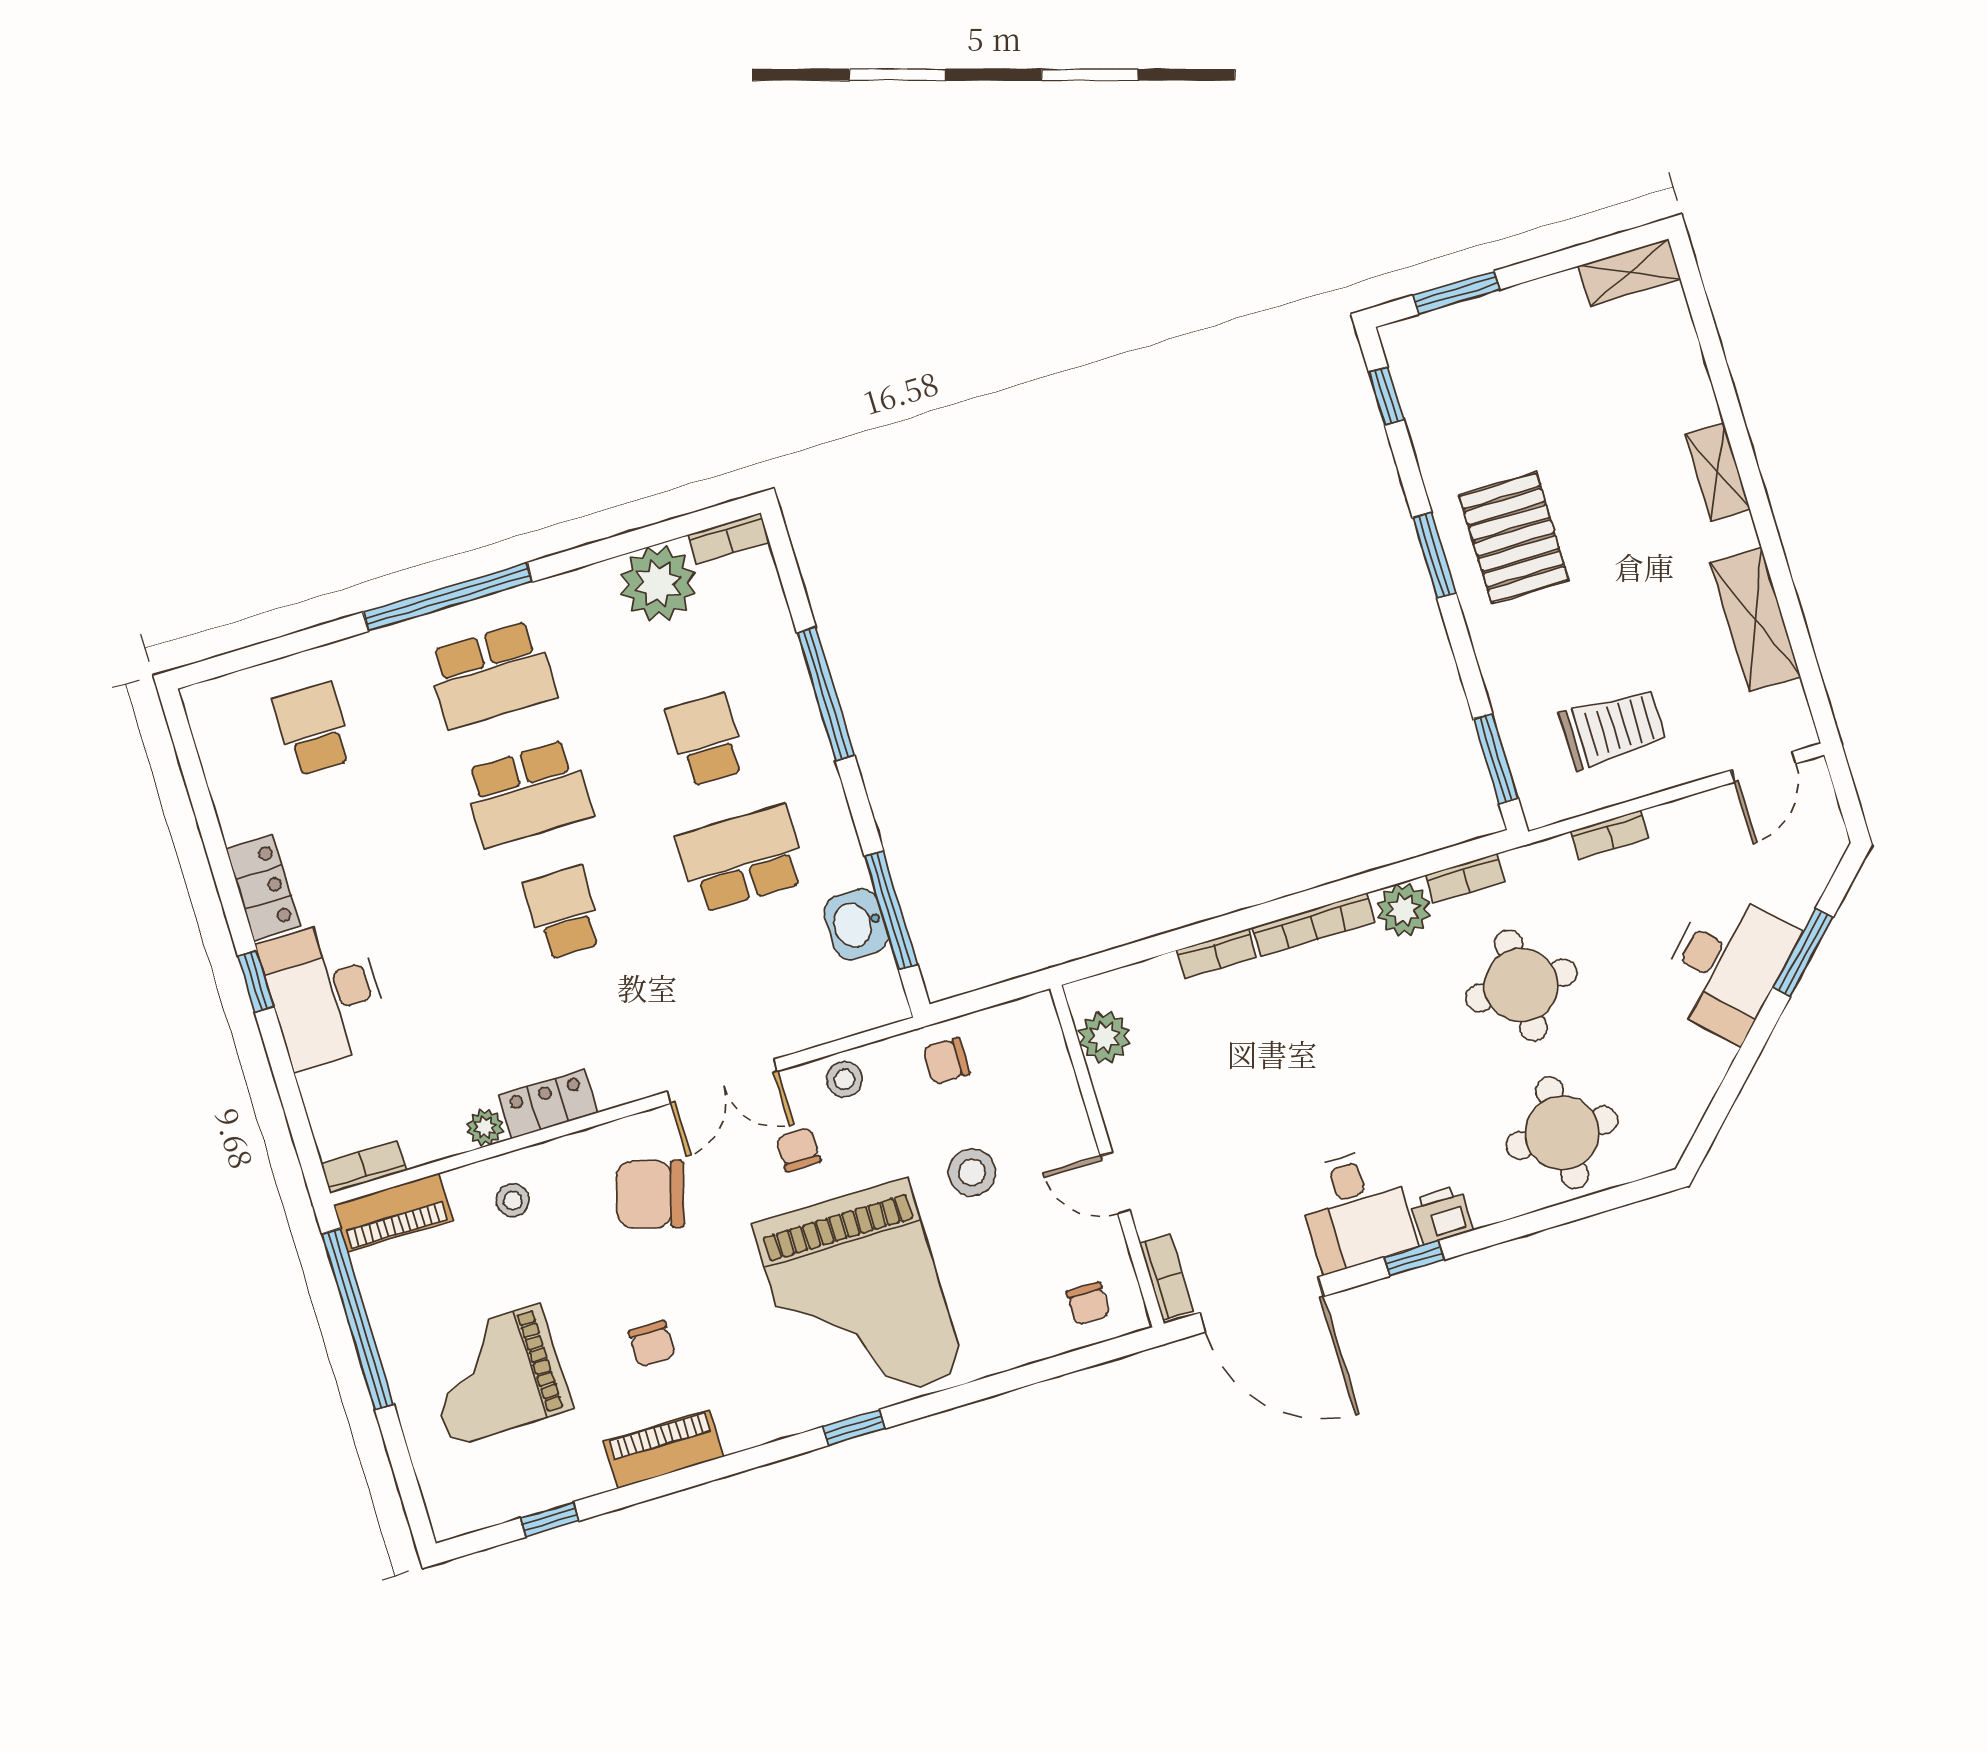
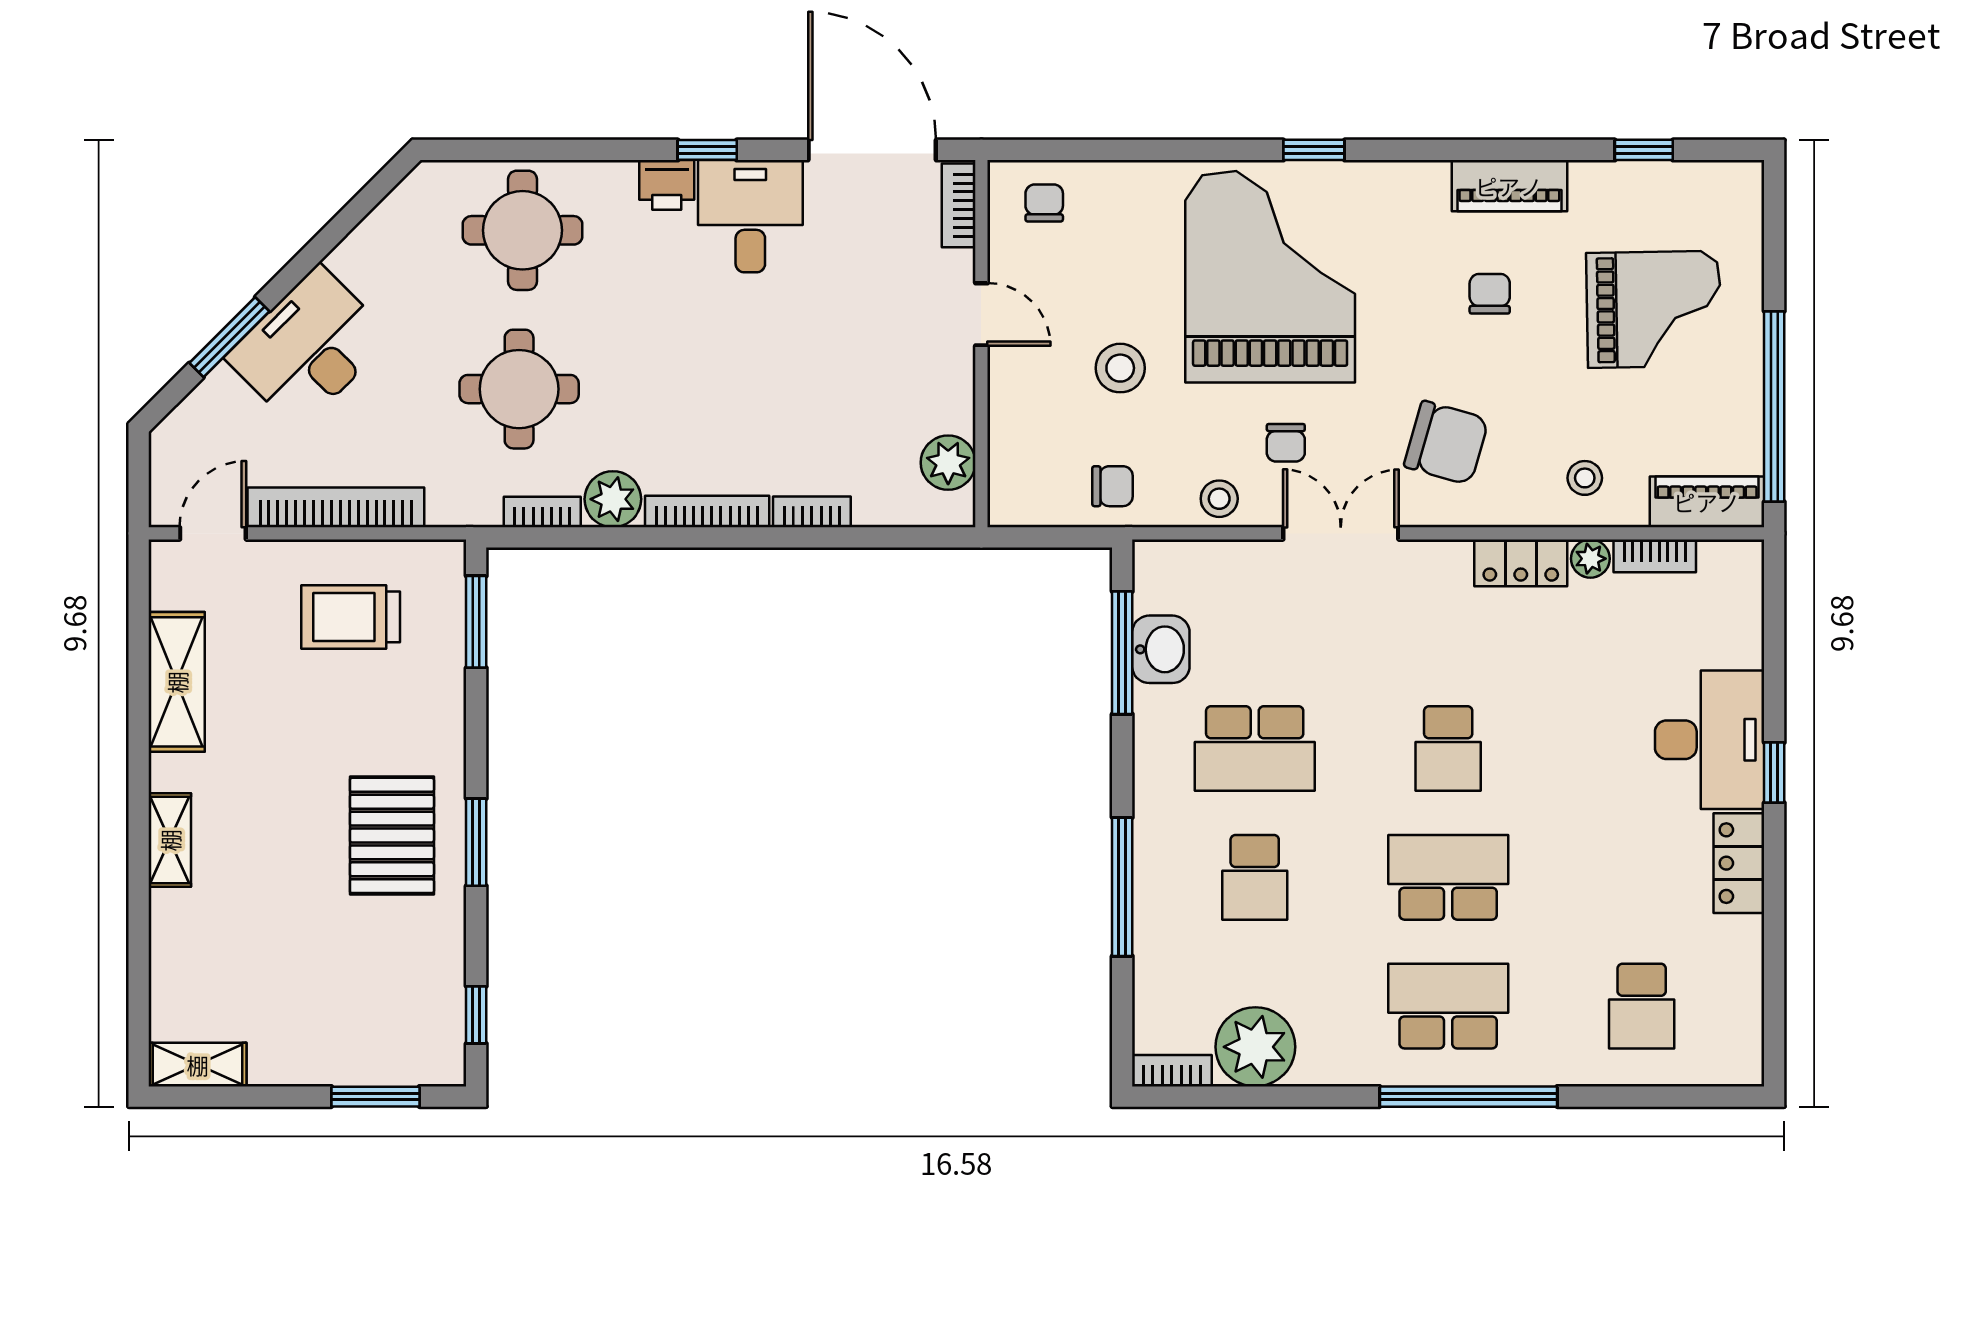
bookcase: (1610, 835) -> (336, 507), width x2.31, depth x1.31
bookcase: (363, 1167) -> (1655, 556), moved

